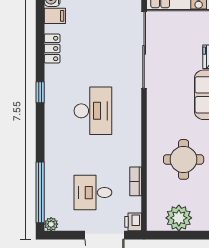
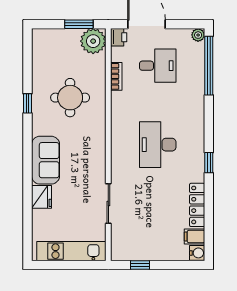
locker: (52, 48) -> (197, 205), width x1.53
sliding door: (144, 50) -> (108, 204), width x0.54
plant: (179, 218) -> (93, 41), moved
window: (174, 235) -> (79, 24), added

